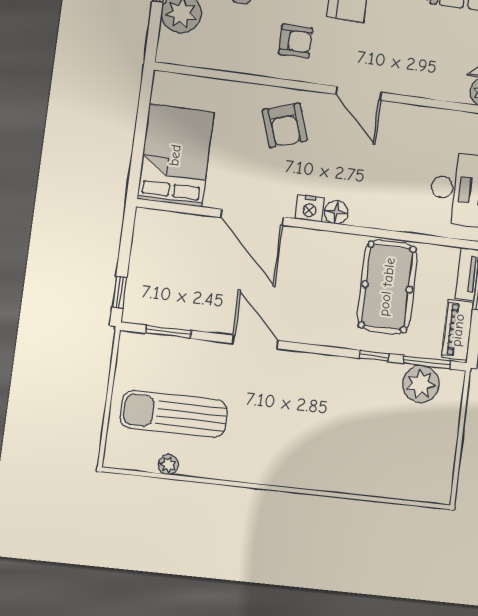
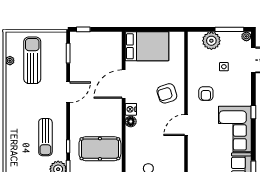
sun lounger: (348, 404) -> (45, 137), added

